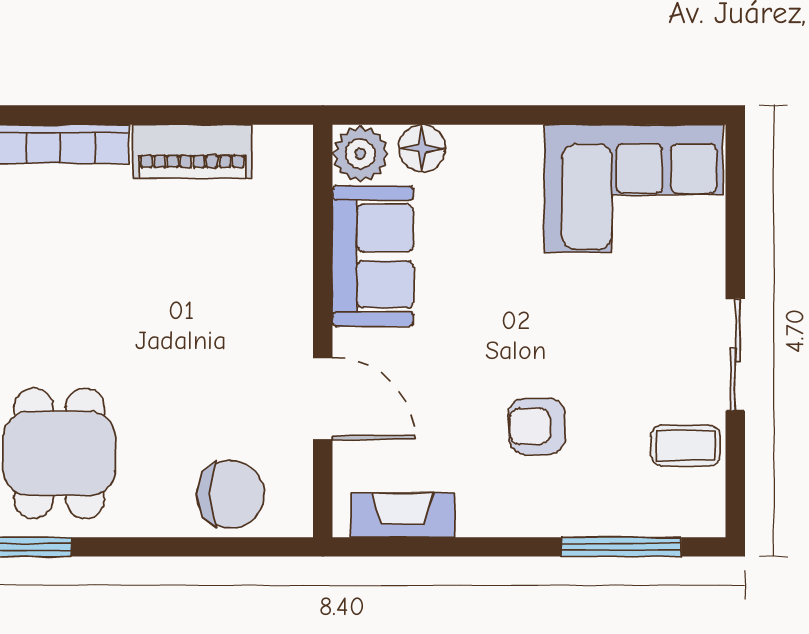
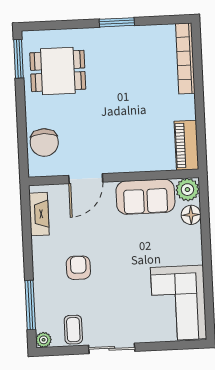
piano: (192, 151) -> (186, 145), moved
plant: (707, 518) -> (44, 340), added

